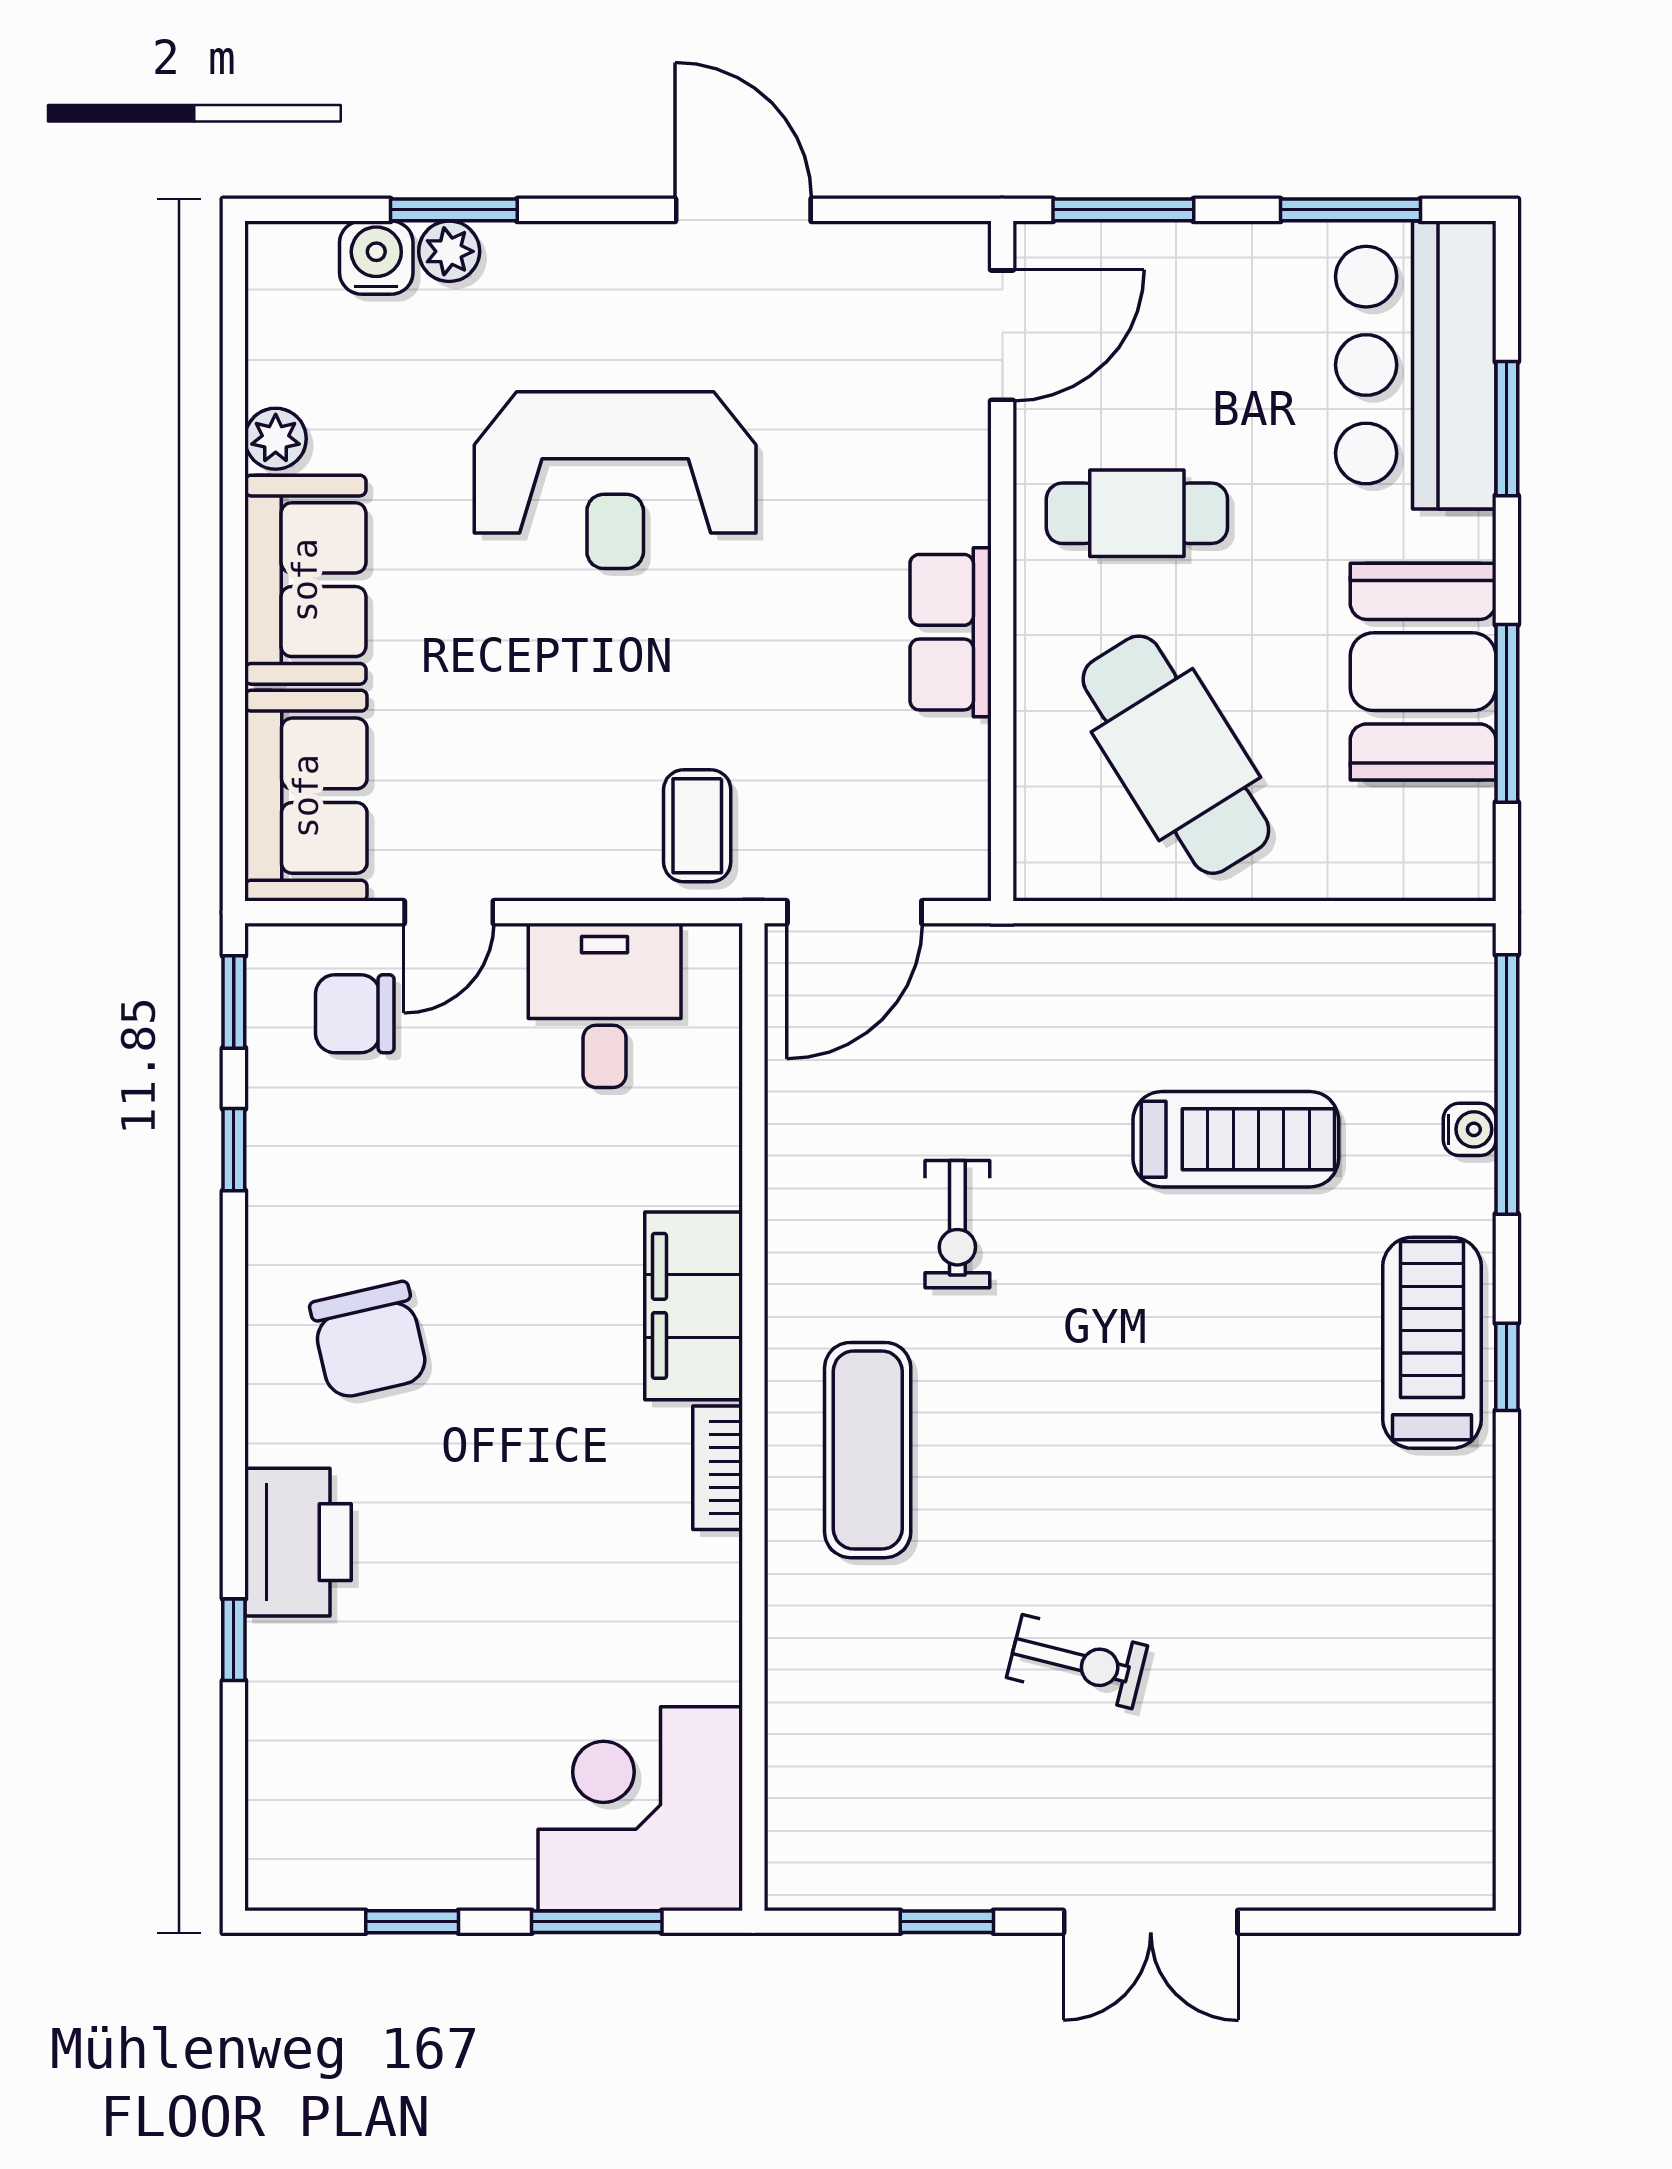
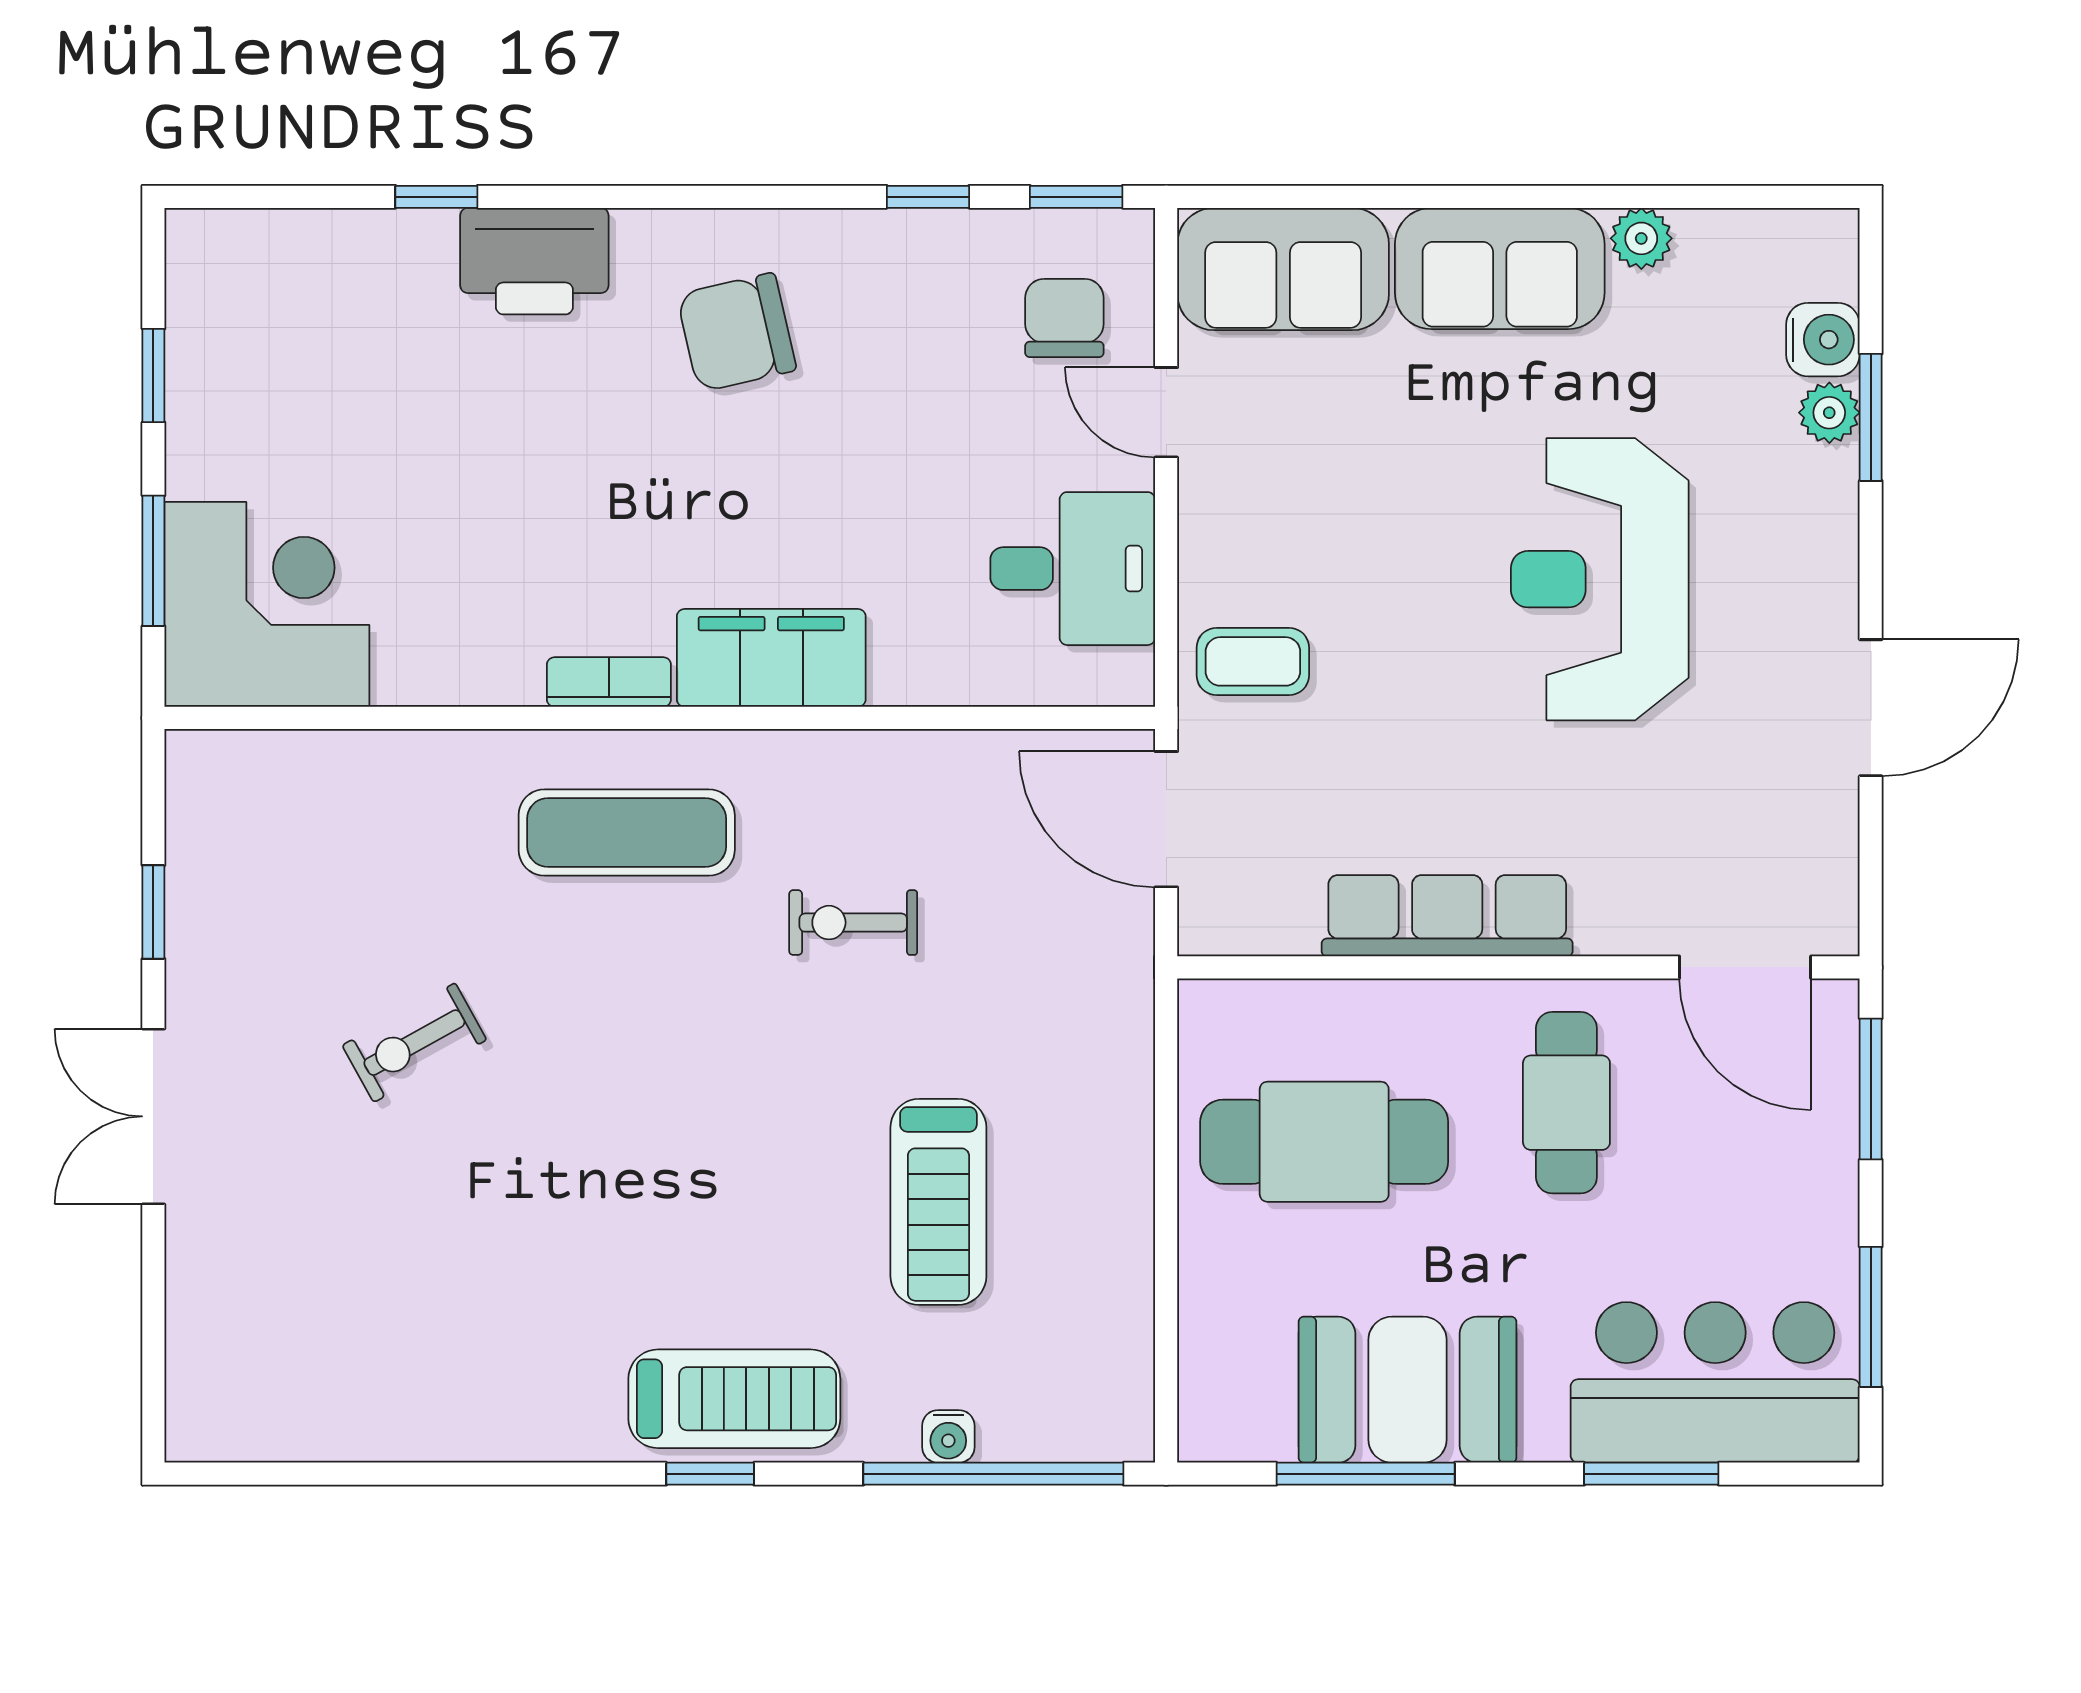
row of seats: (951, 632) -> (1447, 916), width x1.48
cafe table: (1176, 755) -> (1324, 1142), turned 32
exercise bike: (1077, 1662) -> (414, 1043), turned 47

